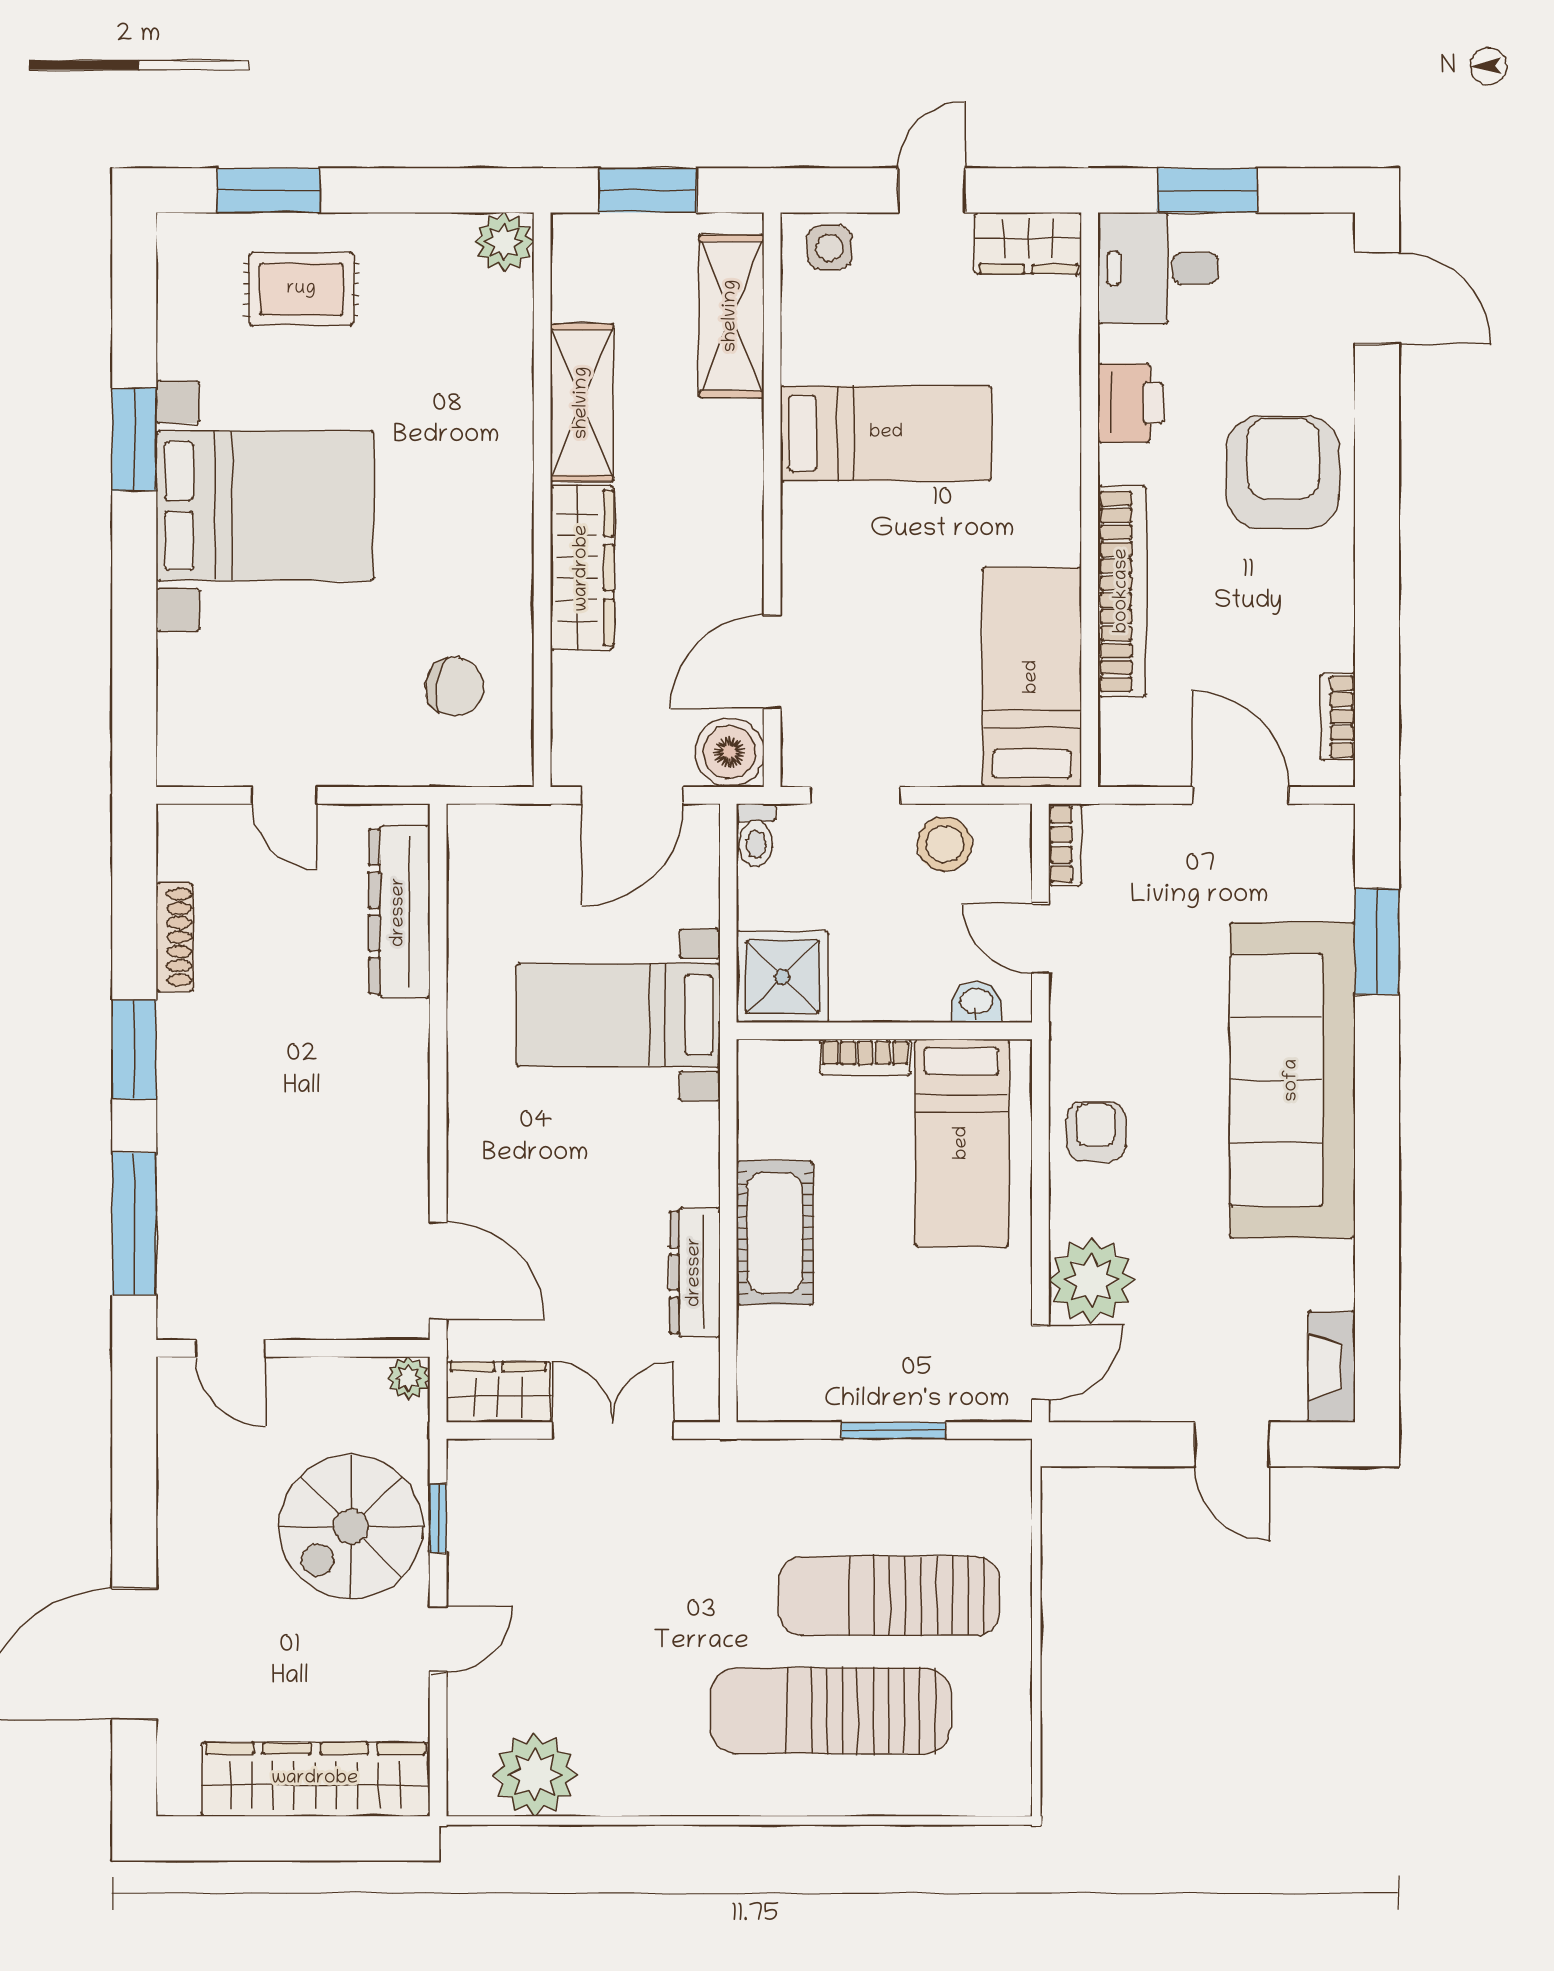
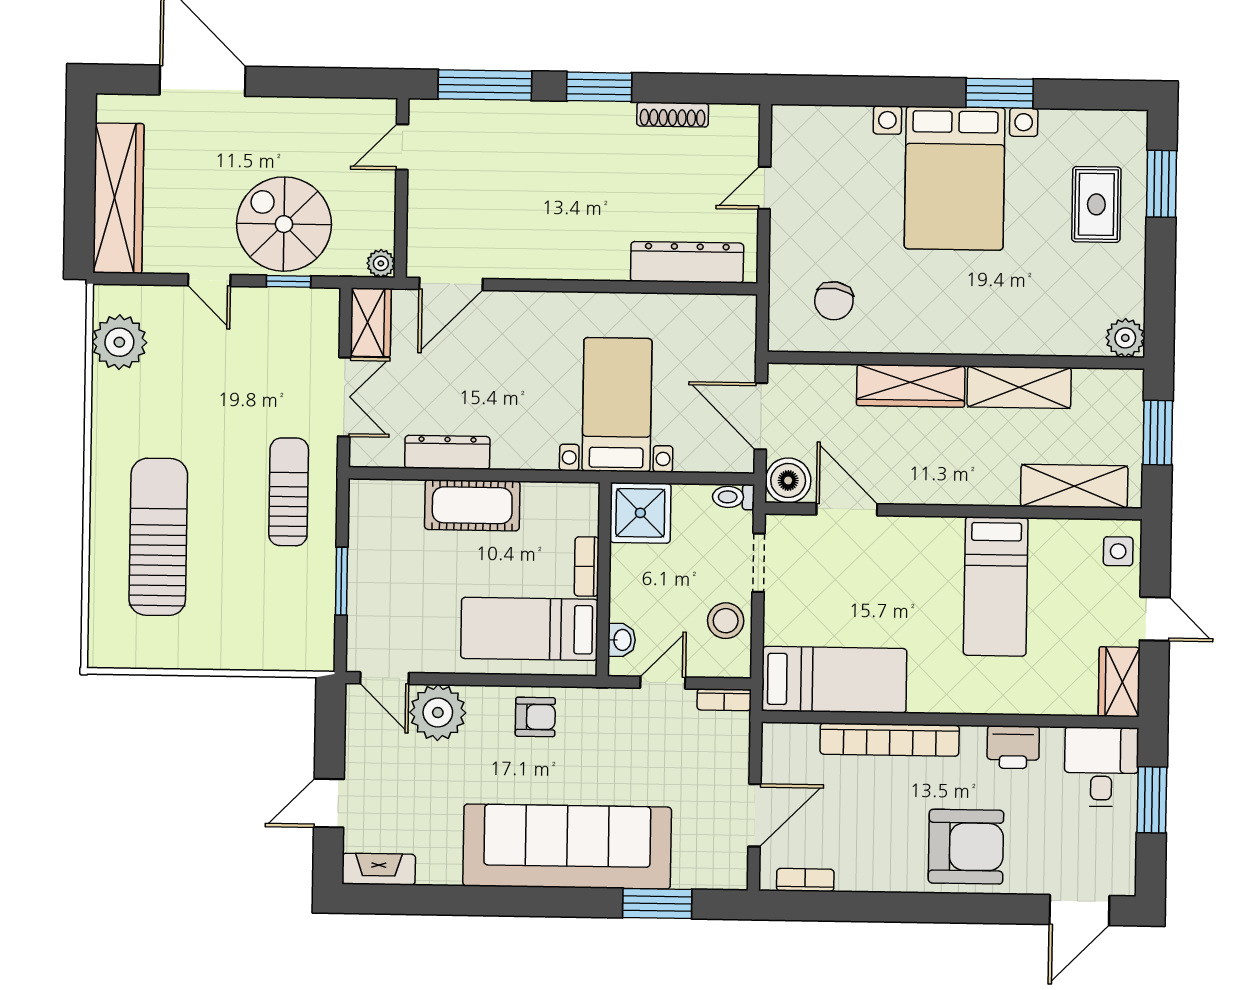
sun lounger: (889, 1596) -> (289, 492), moved, width x0.73, depth x0.75

